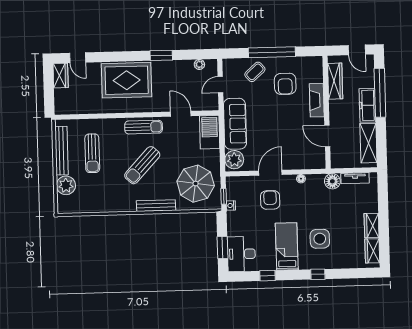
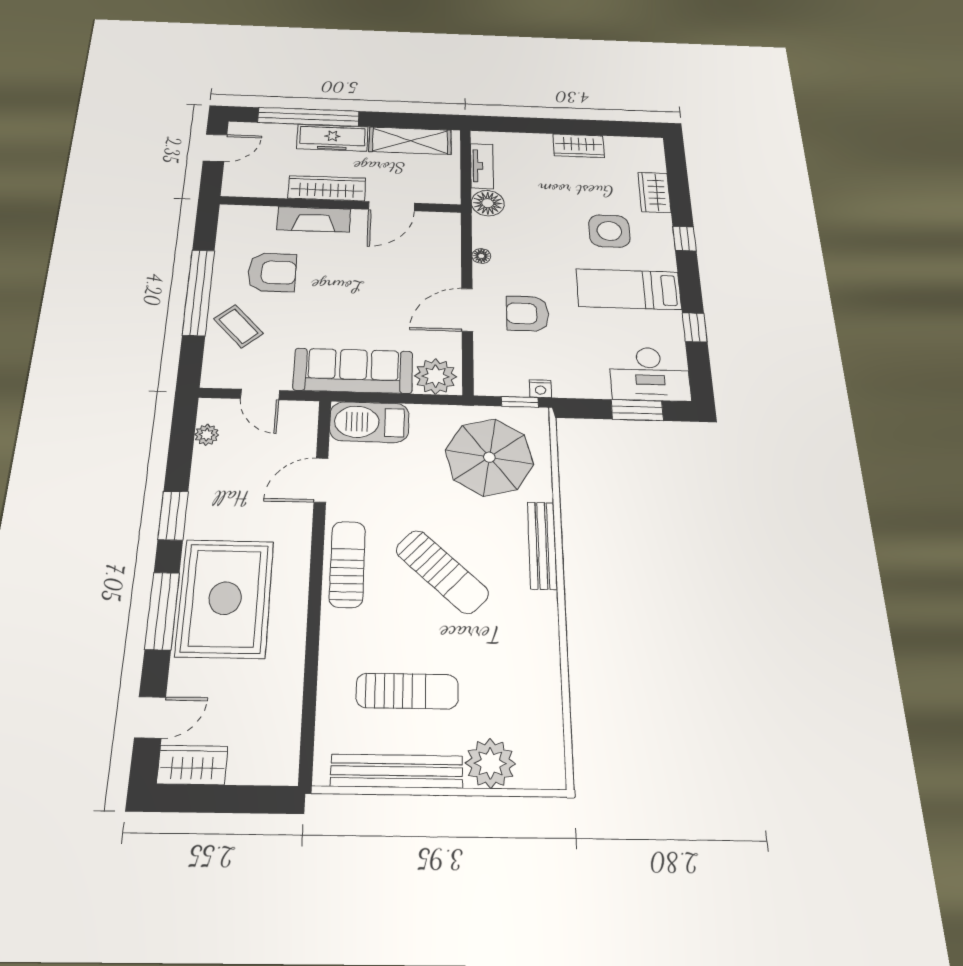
window: (120, 57) -> (162, 611), added
wardrobe: (335, 81) -> (327, 188), moved
door: (270, 173) -> (467, 310), hinge flipped
wardrobe: (372, 251) -> (654, 192), moved, turned 90

